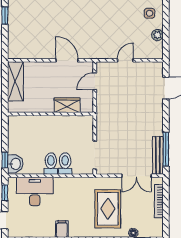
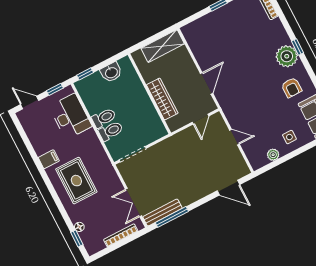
door: (95, 81) -> (200, 119), swing flipped
wardrobe: (67, 105) -> (162, 99), width x1.50
washbasin: (15, 164) -> (111, 72), moved
rug: (108, 209) -> (76, 181), moved, turned 90

